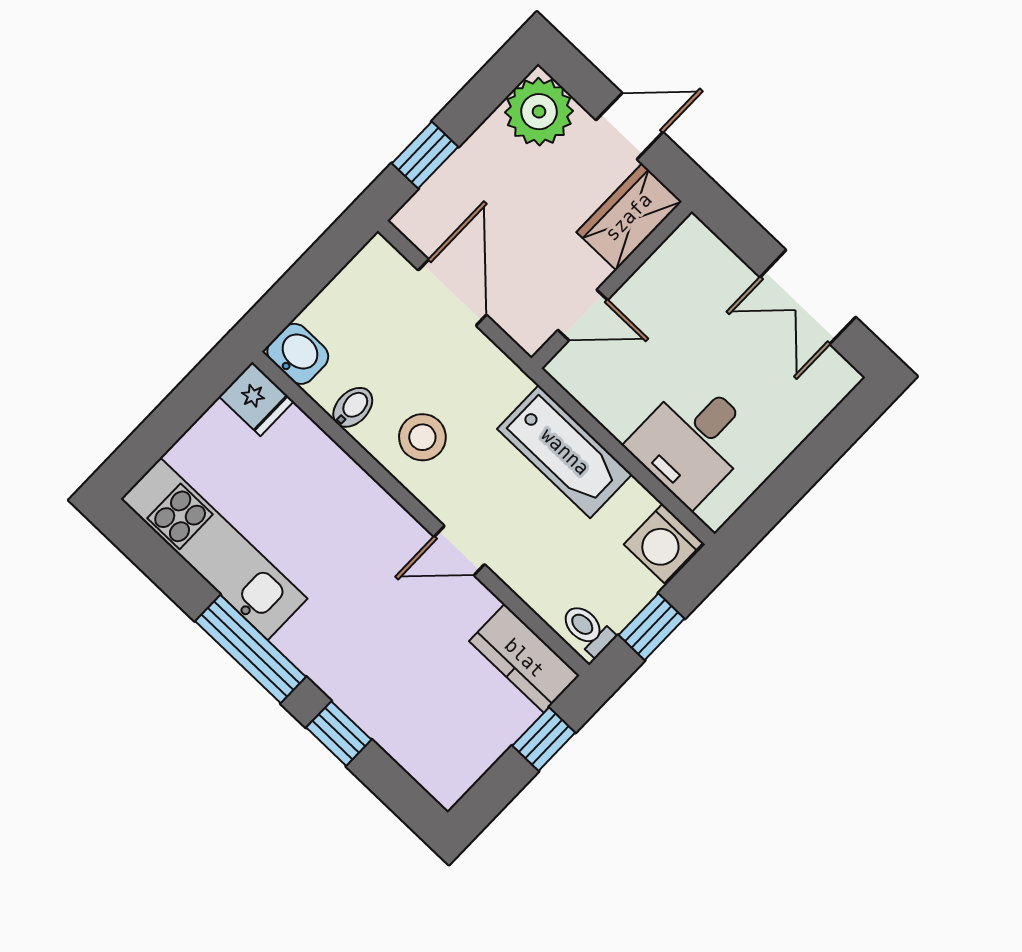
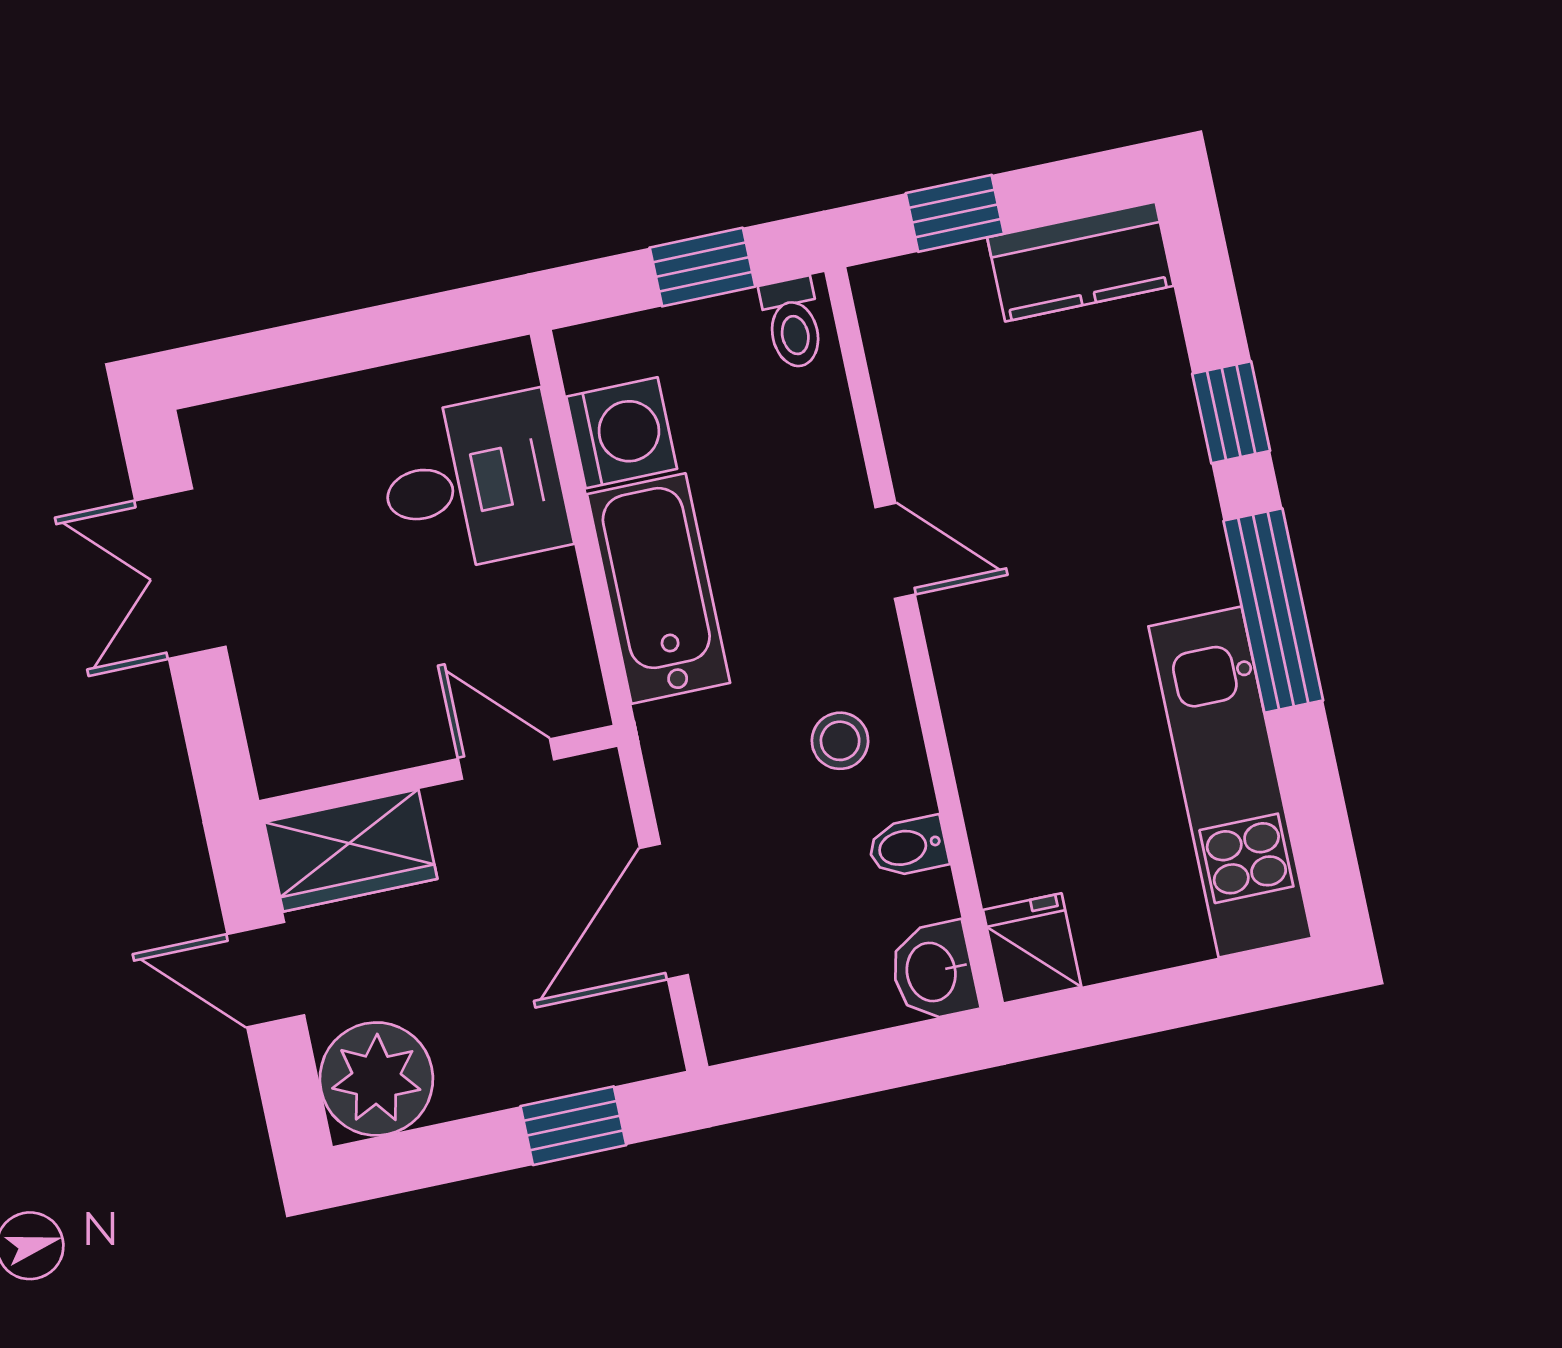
double door: (808, 297) -> (180, 574), swing flipped
stool: (422, 437) -> (840, 741), width x0.73, depth x0.73
washing machine: (664, 544) -> (622, 433), moved
kitchen counter: (524, 658) -> (1080, 262), moved, turned 90

